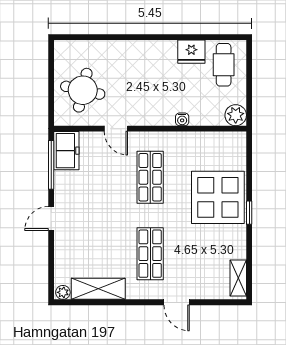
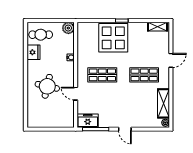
round table: (83, 90) -> (47, 86), moved
door: (116, 129) -> (76, 94), swing flipped

